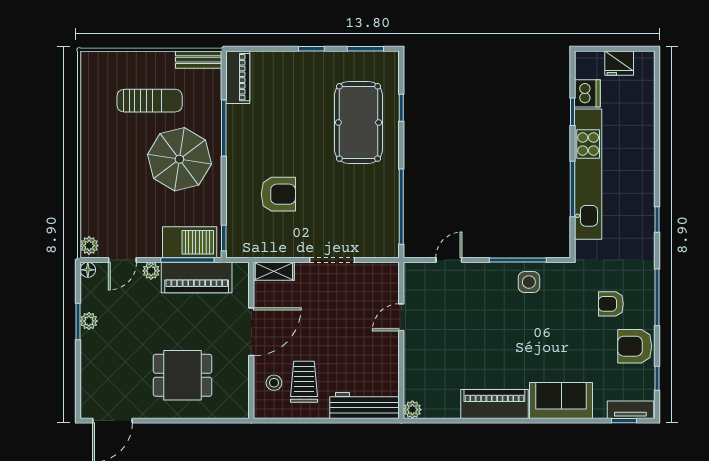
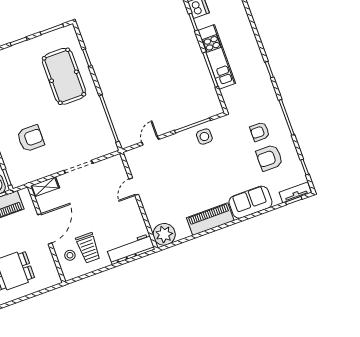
kitchen unit: (588, 174) -> (217, 57), width x0.73
armchair: (635, 346) -> (269, 158), moved
trolley: (304, 382) -> (88, 248), turned 180
plant: (412, 410) -> (164, 234), width x1.87, depth x1.87

